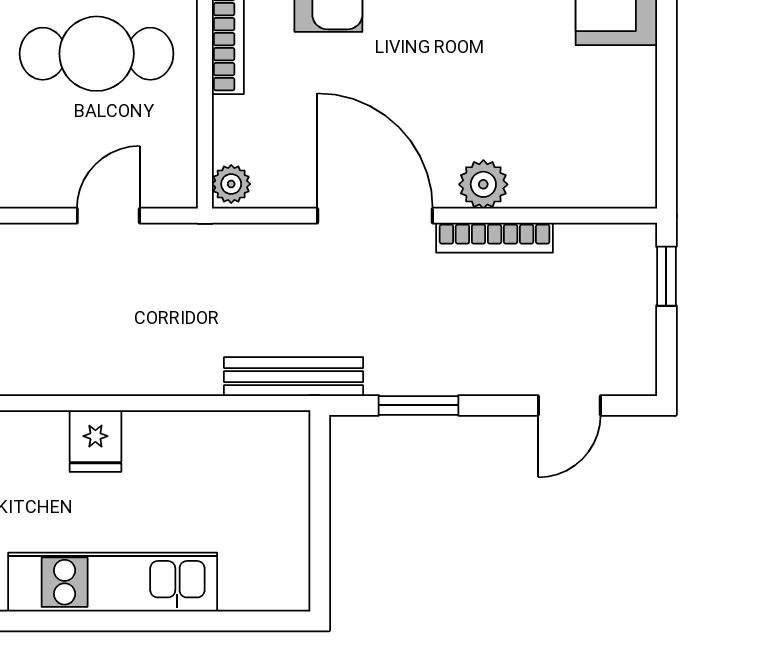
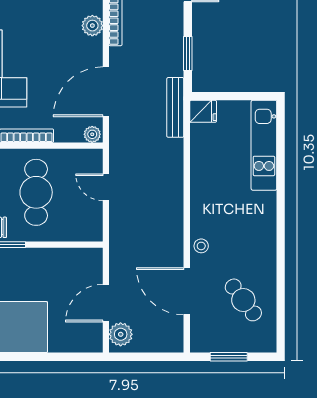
door: (375, 216) -> (106, 92), moved
fridge: (95, 441) -> (203, 111), moved
kitchen unit: (113, 582) -> (264, 145), moved

